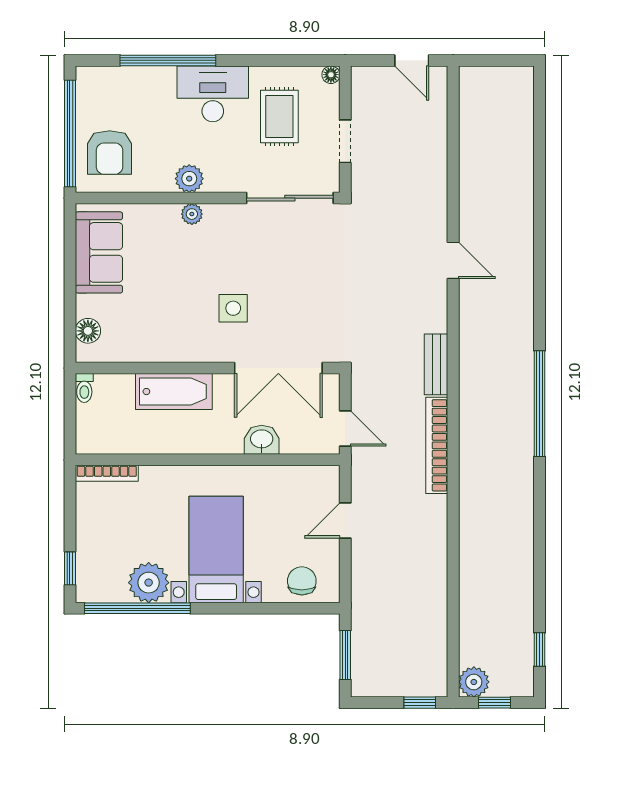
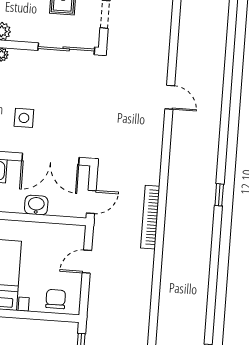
bench: (436, 364) -> (154, 164), removed
window: (539, 404) -> (219, 195), width x0.32
door: (345, 429) -> (91, 202), hinge flipped

